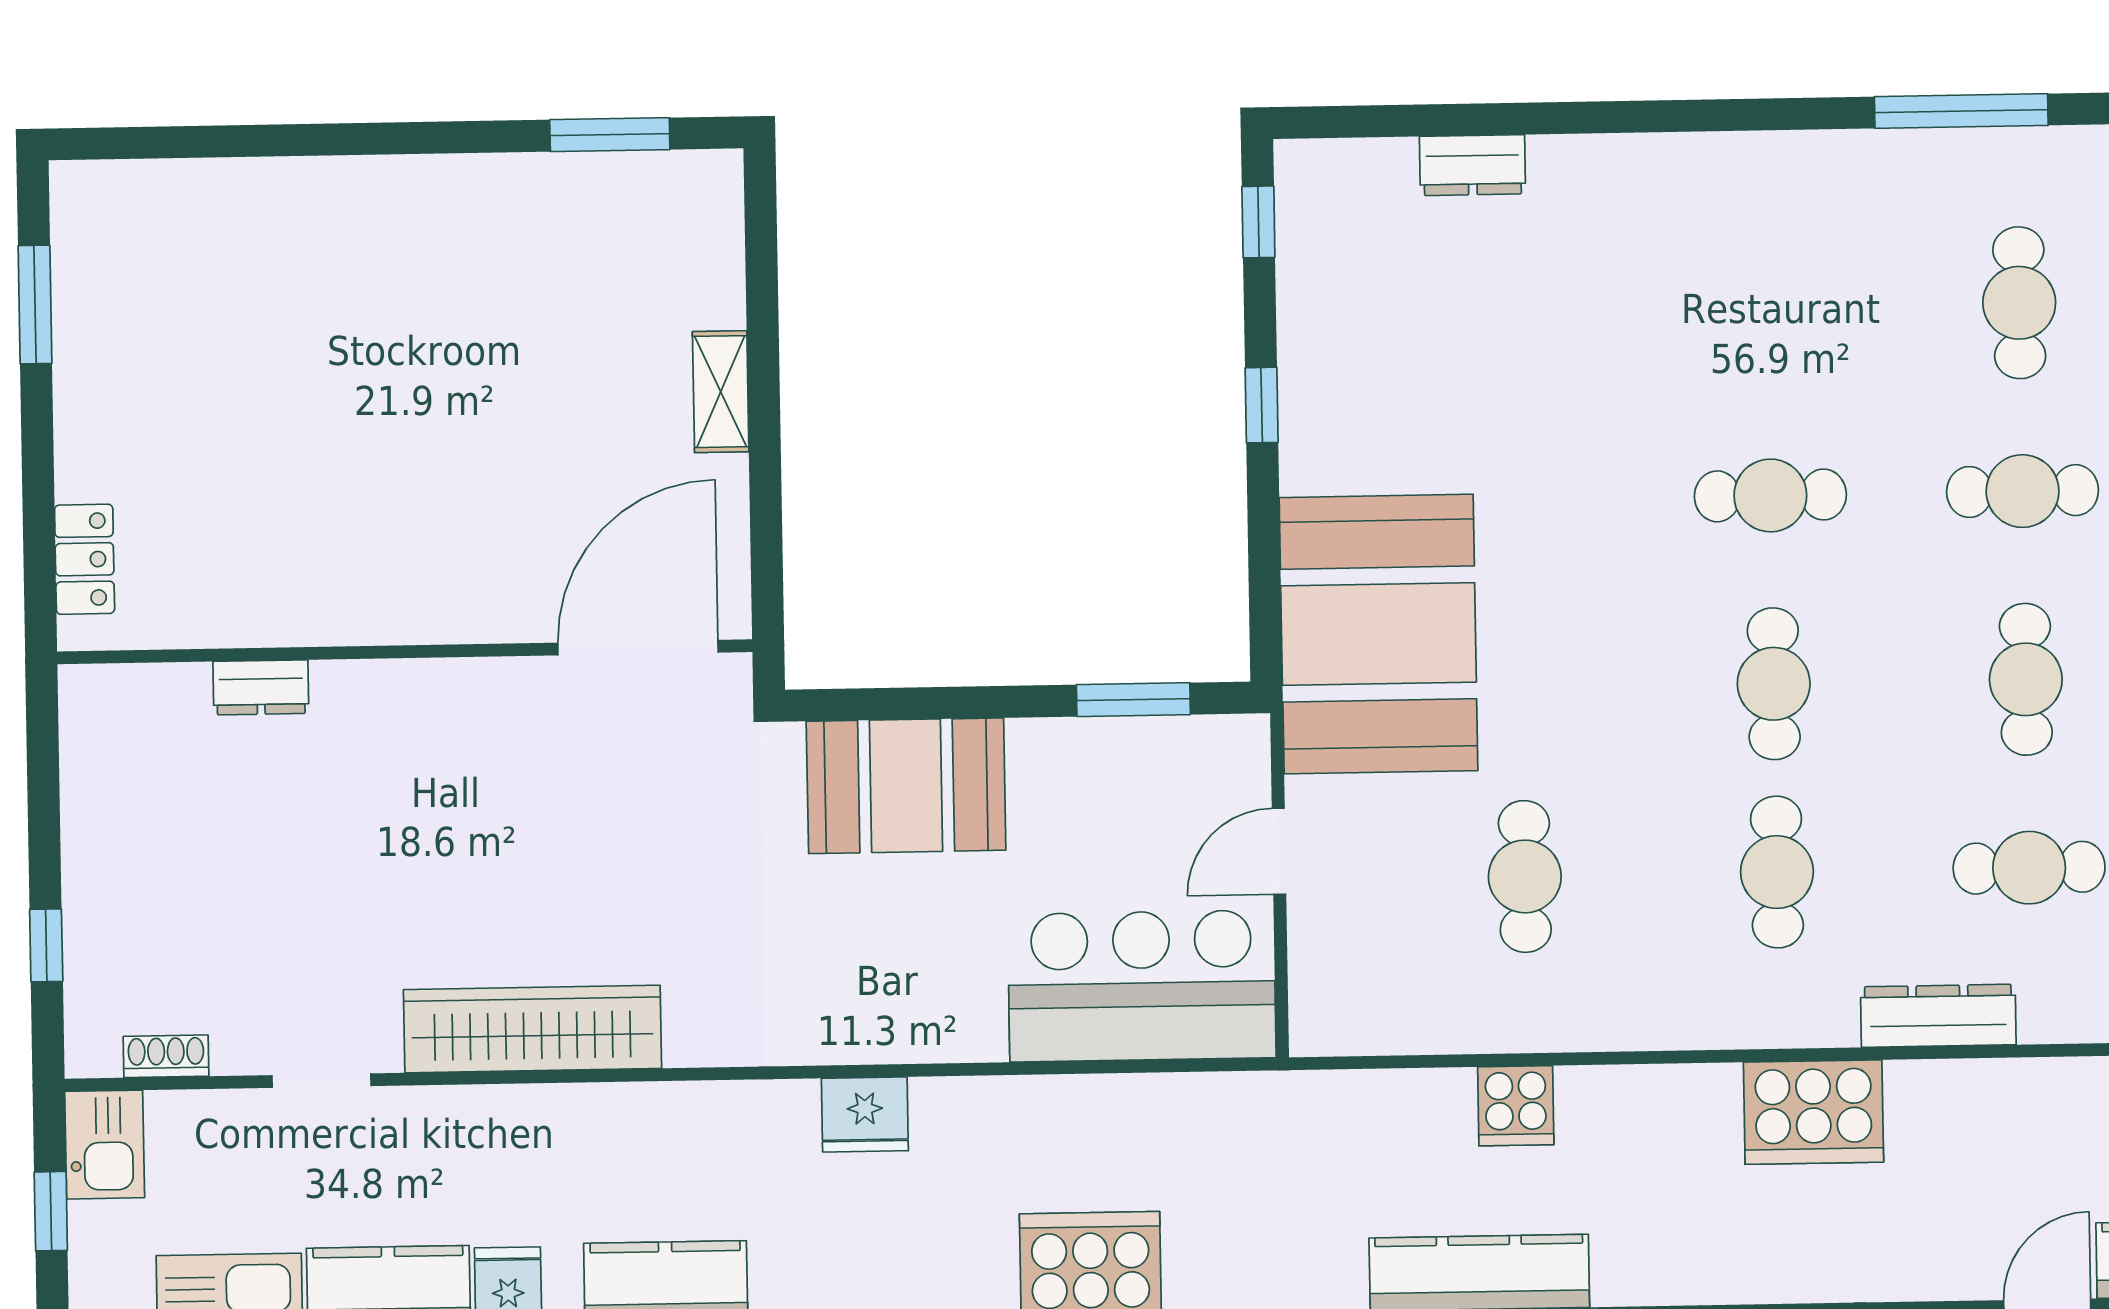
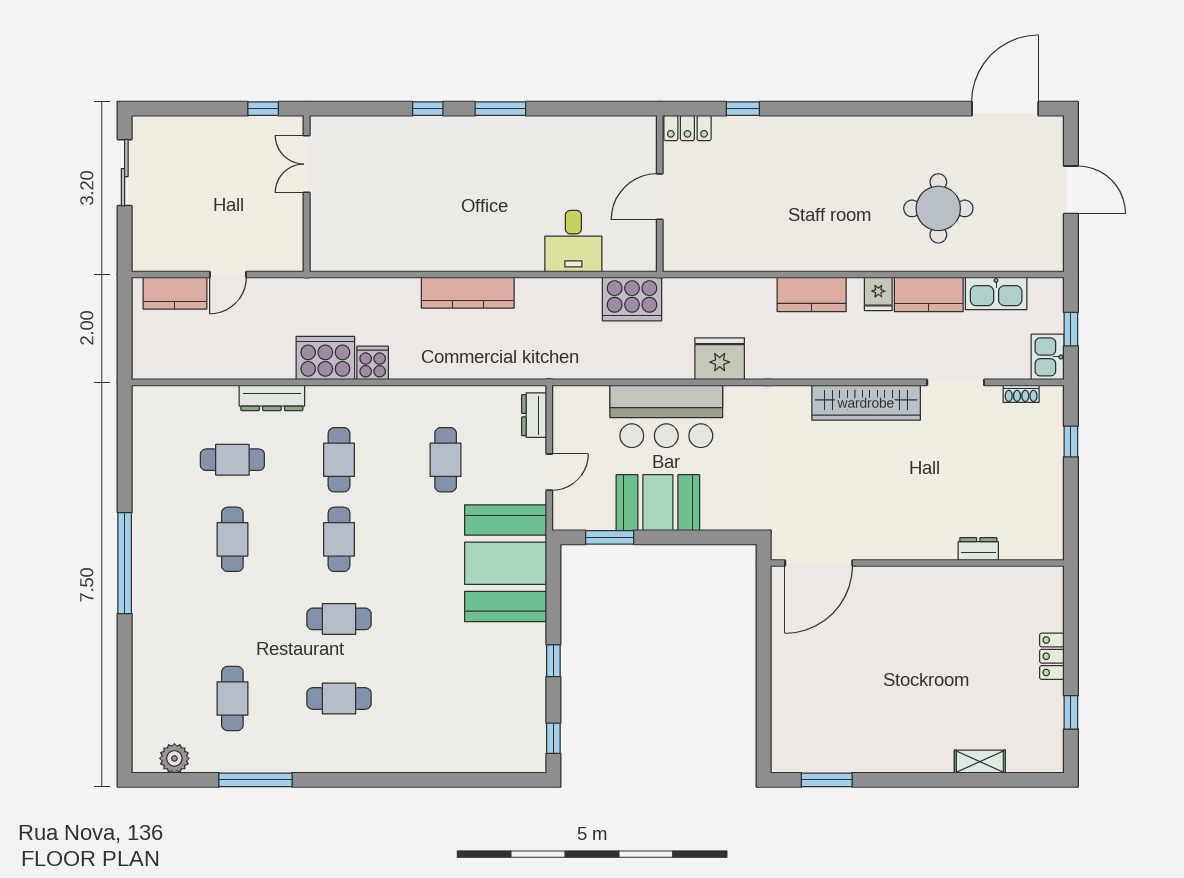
dresser: (1472, 165) -> (534, 415), moved, turned -90
window: (35, 305) -> (1071, 712), width x0.67
shelving: (721, 392) -> (980, 762), moved, turned 90
cafe table: (2023, 491) -> (339, 699), moved
locker: (85, 559) -> (1052, 656), moved
booth: (906, 786) -> (658, 503), moved
bar counter: (1142, 986) -> (666, 416), moved
doorway: (321, 1081) -> (956, 382), width x1.38
cooker: (1516, 1106) -> (373, 363), moved
fridge: (865, 1114) -> (720, 359), width x1.36, depth x1.34

